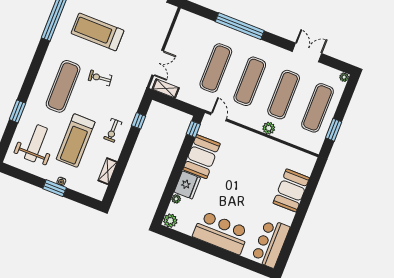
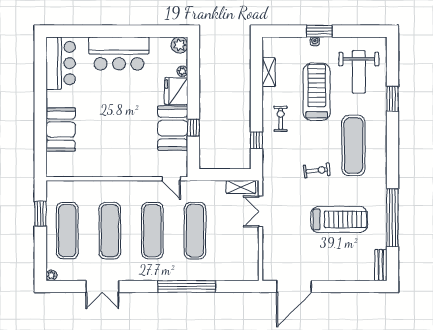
plant: (269, 128) -> (112, 188), removed
window: (193, 129) -> (193, 128), moved

